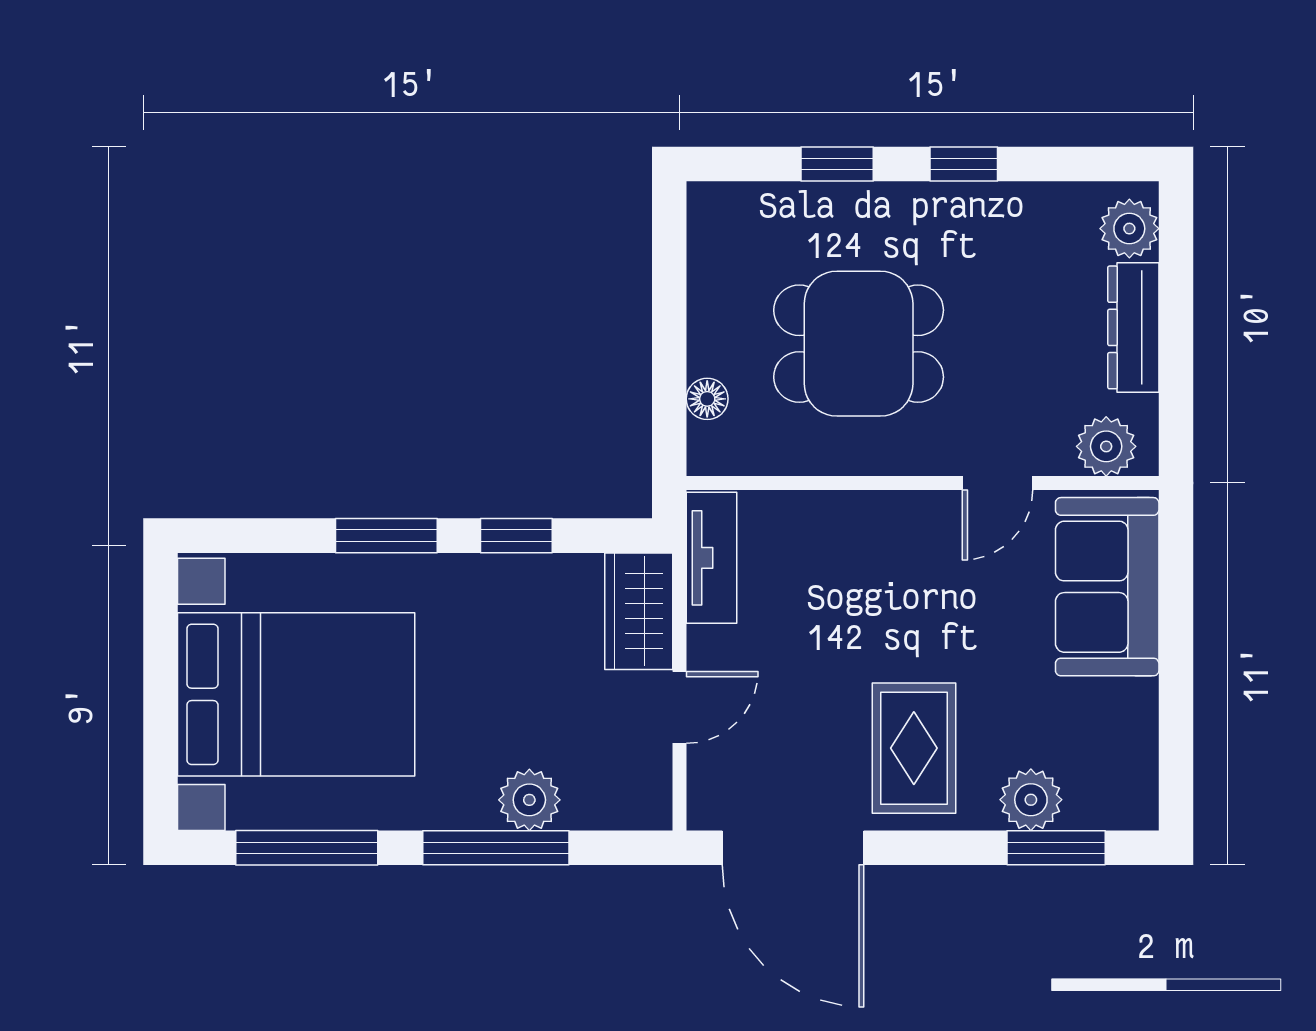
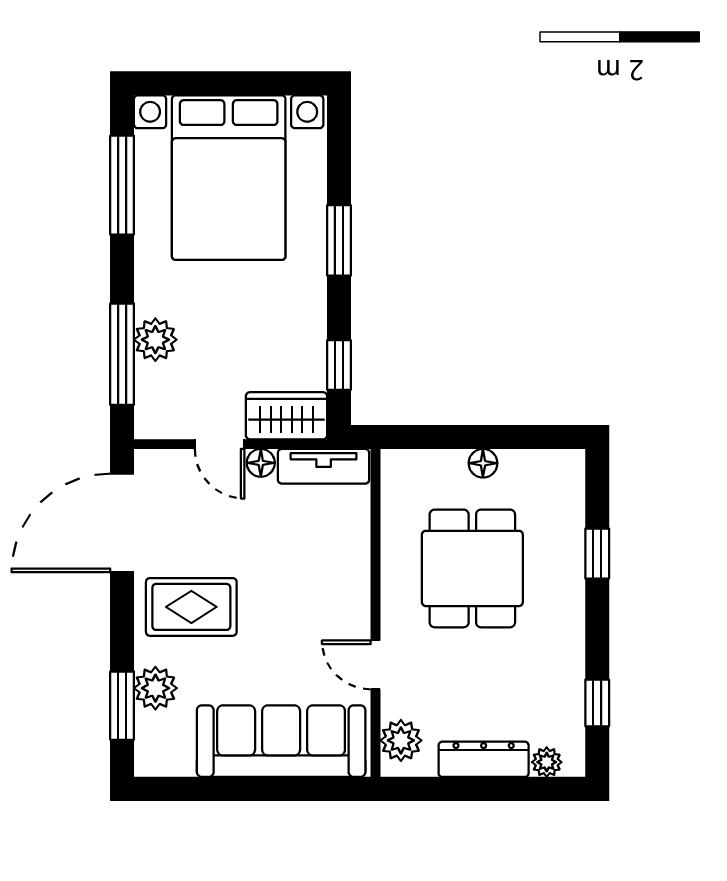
window: (964, 164) -> (597, 703), moved
plant: (1129, 229) -> (547, 762), width x0.73, depth x0.73
floor lamp: (707, 399) -> (483, 463), moved
window: (516, 536) -> (339, 365), moved
sofa: (1107, 587) -> (281, 741), width x1.36
floor lamp: (707, 648) -> (261, 463), added
window: (496, 848) -> (122, 354), moved

